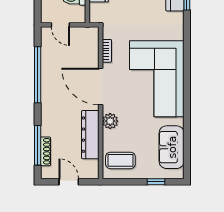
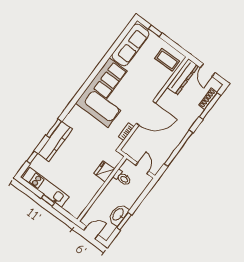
door: (101, 86) -> (146, 113), hinge flipped
plant: (110, 121) -> (156, 88), removed
dresser: (90, 135) -> (183, 77), moved
sofa: (172, 147) -> (130, 45), width x1.36

